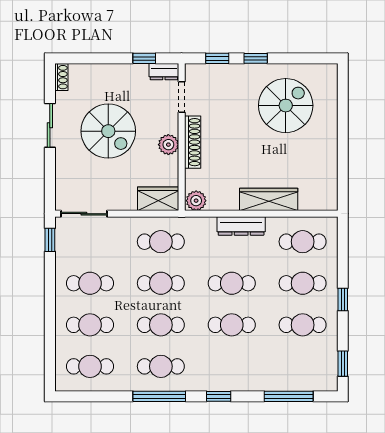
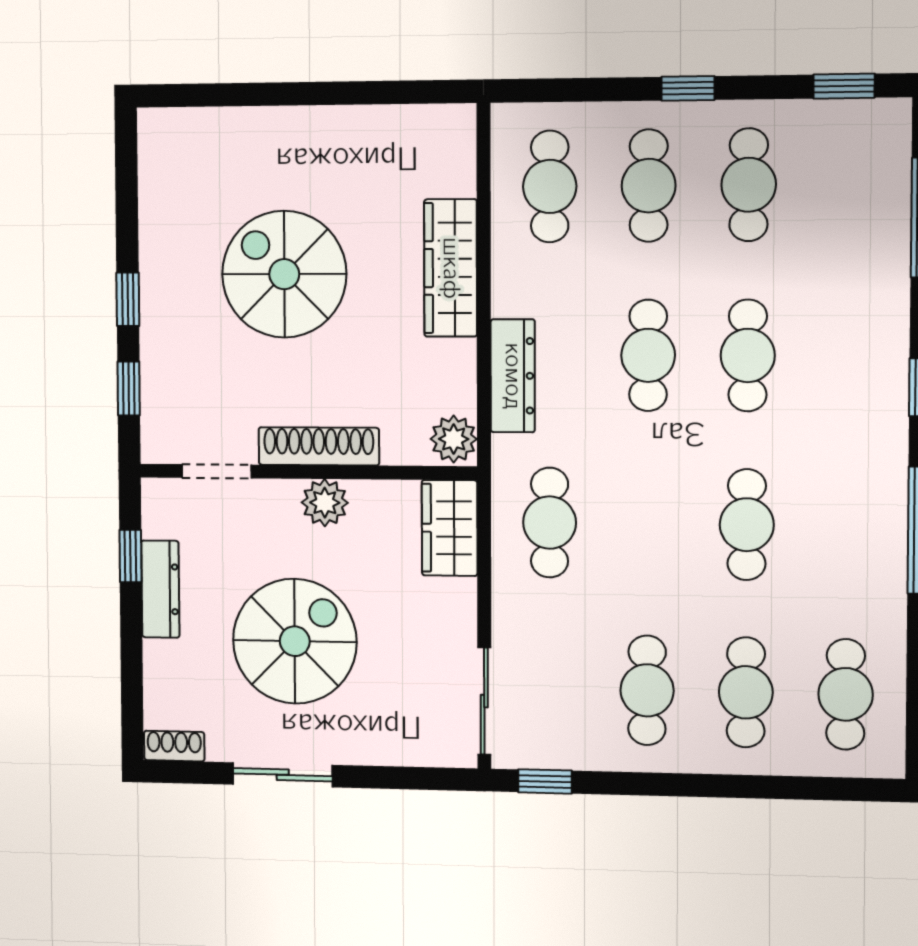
dresser: (164, 72) -> (160, 589), moved, width x1.44
spiral stairs: (286, 106) -> (284, 274), moved
dresser: (241, 226) -> (513, 376), moved
cafe table: (161, 283) -> (648, 524), removed
cafe table: (161, 366) -> (847, 526), removed

